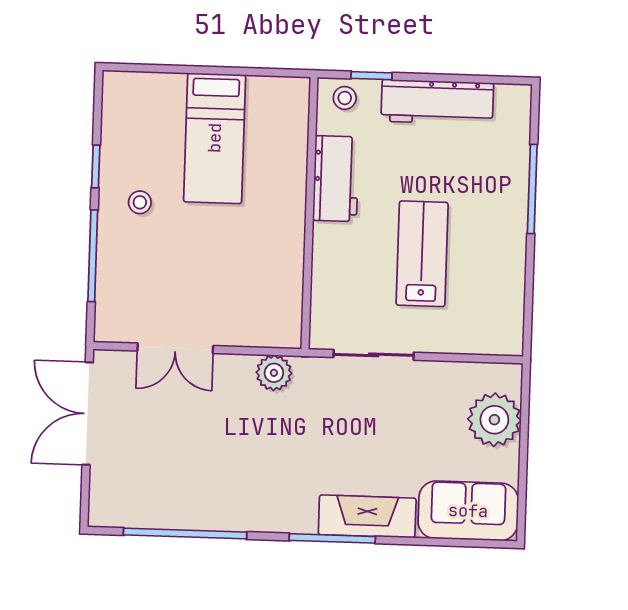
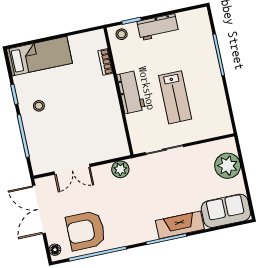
workbench: (437, 102) -> (158, 27), width x0.73
bed: (215, 138) -> (39, 56), moved, turned -90
bookcase: (298, 146) -> (105, 62), added
workbench: (336, 179) -> (131, 92), moved
lab bench: (422, 254) -> (175, 97), turned 180
armchair: (172, 480) -> (86, 231), added
floor lamp: (100, 504) -> (55, 250), added

